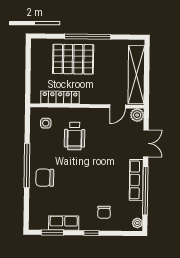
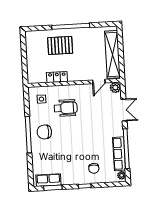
pallet: (73, 59) -> (60, 45), width x0.73, depth x0.71
locker: (60, 97) -> (57, 77), width x0.66
wheelchair: (75, 136) -> (66, 108), turned -90
chair: (45, 178) -> (44, 132), moved
row of seats: (136, 180) -> (119, 154), moved
row of seats: (64, 223) -> (48, 180), moved

